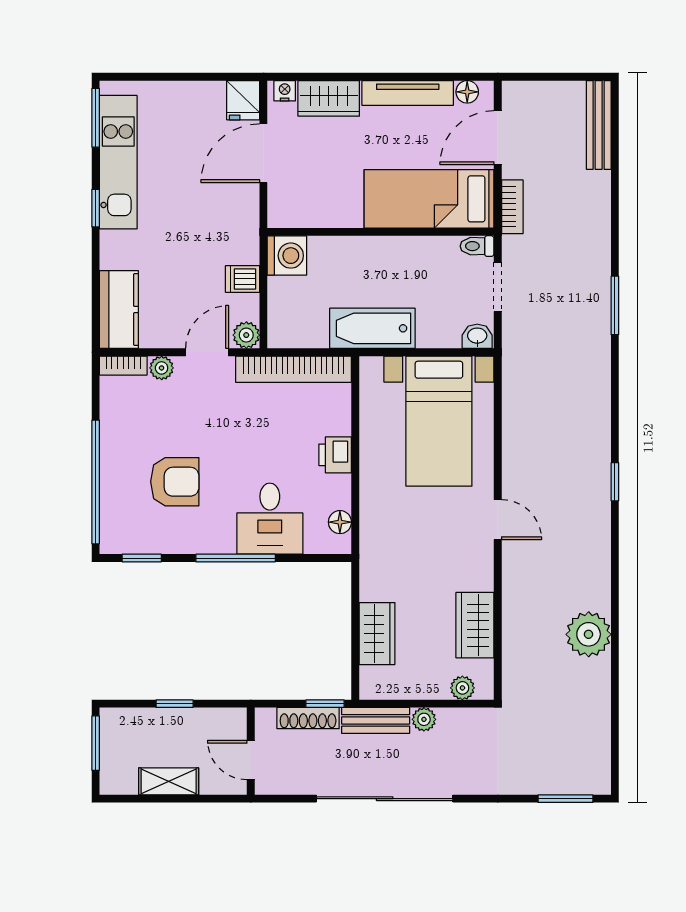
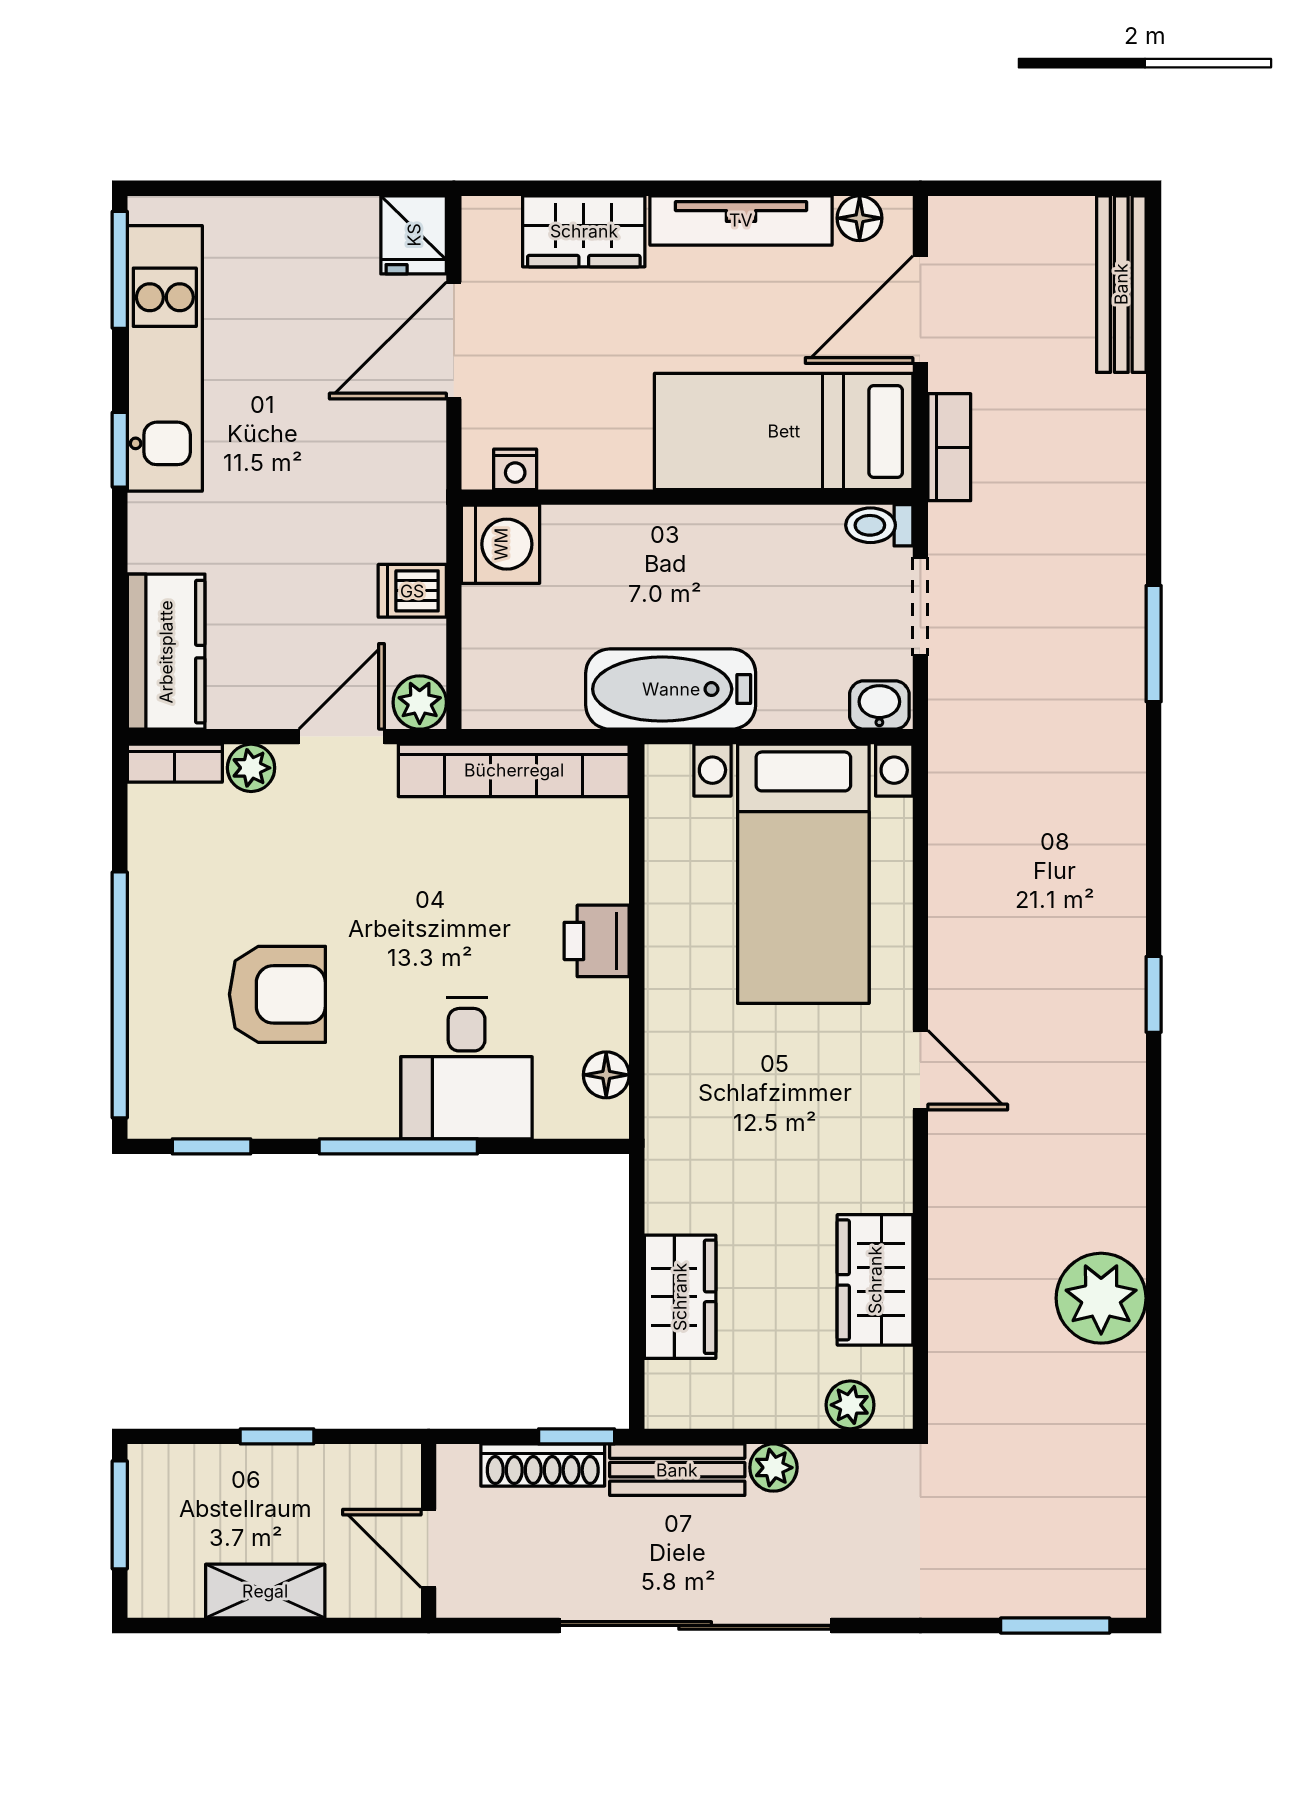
nightstand: (285, 91) -> (515, 469), moved, turned 180

